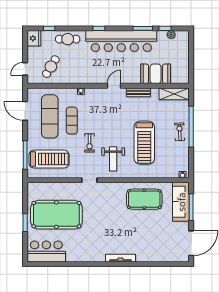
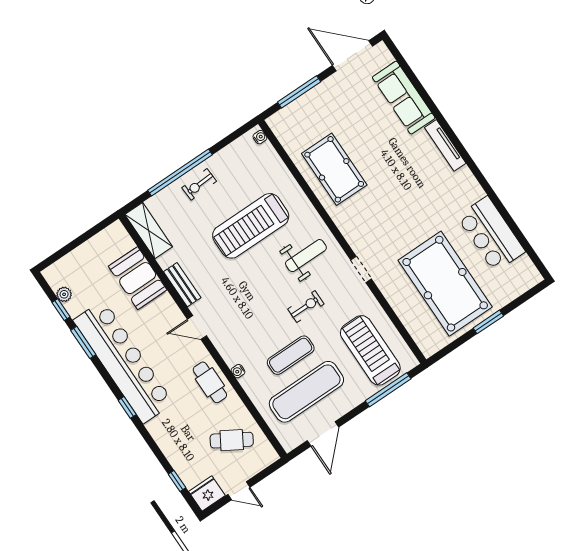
cafe table: (68, 39) -> (210, 382), moved
door: (25, 69) -> (239, 491), moved
treadmill: (144, 143) -> (251, 226), turned 180
sofa: (181, 202) -> (404, 98), moved, turned 90
bar counter: (46, 251) -> (491, 234), moved

